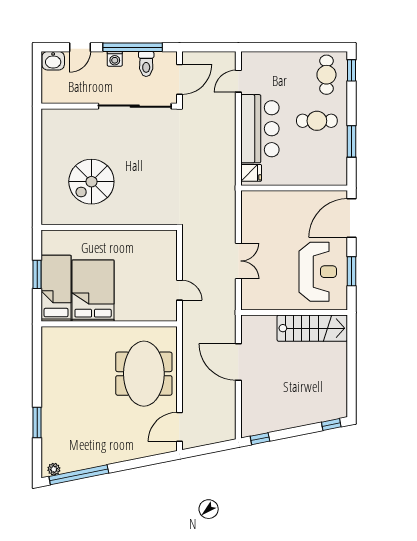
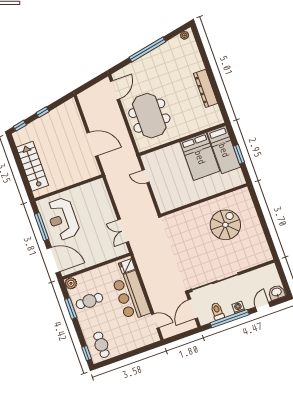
door: (238, 81) -> (155, 321), hinge flipped
cafe table: (317, 121) -> (89, 301), moved
plant: (338, 177) -> (71, 283), added
door: (351, 218) -> (54, 260), hinge flipped
double door: (238, 261) -> (123, 231), moved
window: (351, 271) -> (42, 227), width x1.44
stairs: (312, 328) -> (32, 166), moved, turned 90
dresser: (51, 384) -> (206, 88), added
window: (37, 422) -> (206, 61), removed
window: (260, 439) -> (43, 112), moved
window: (79, 475) -> (147, 49), moved

